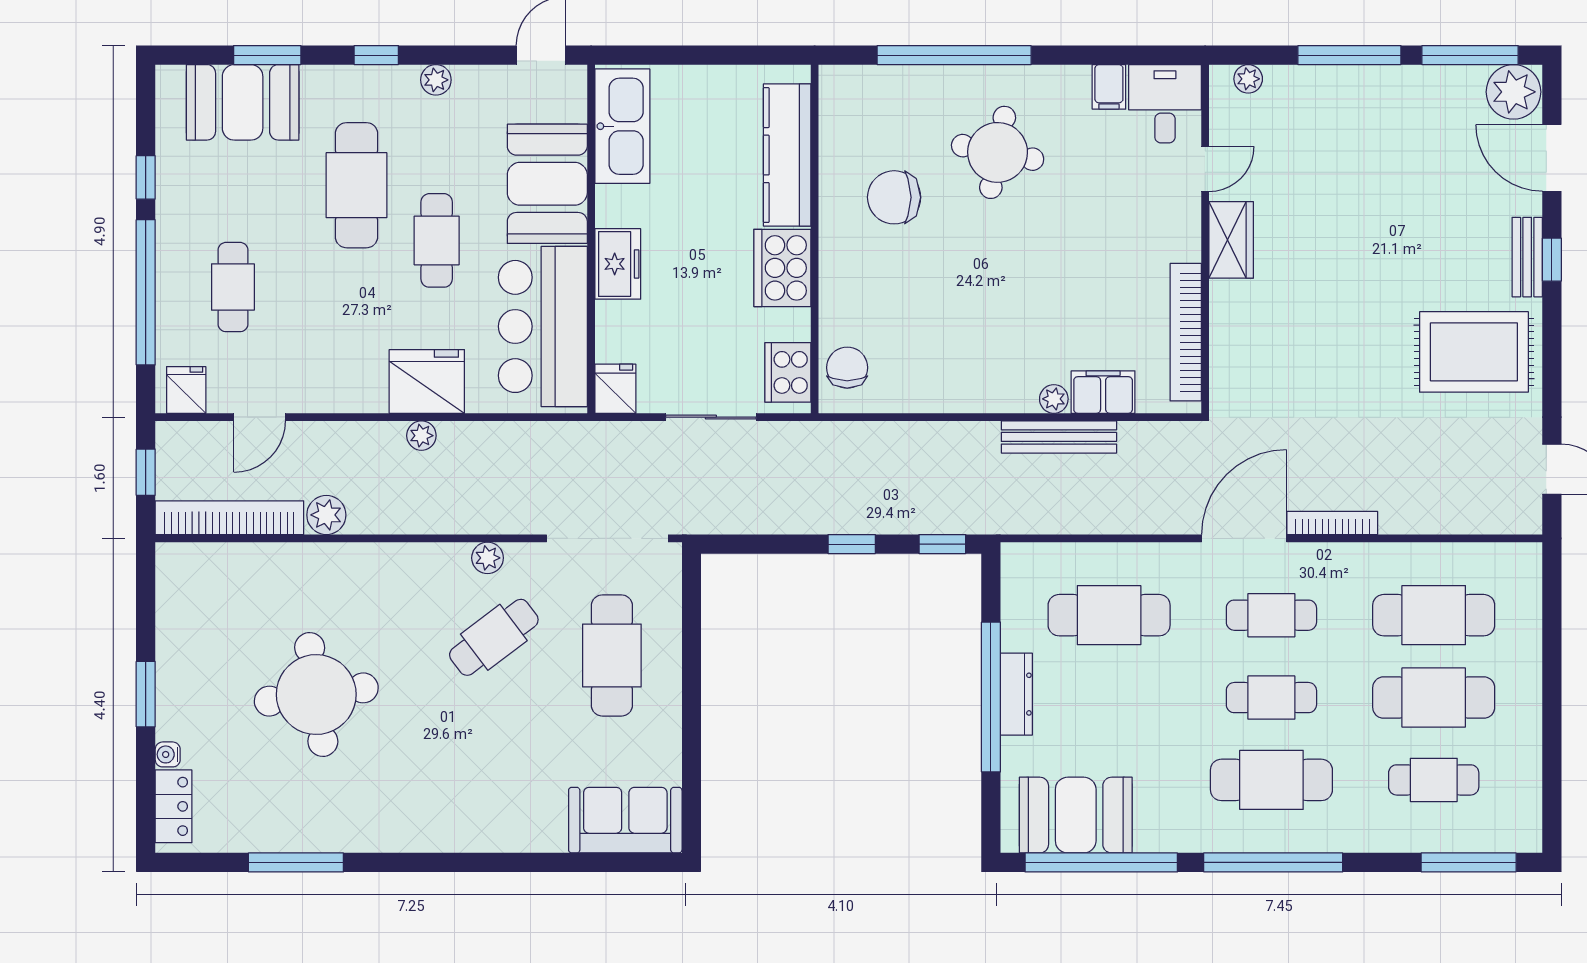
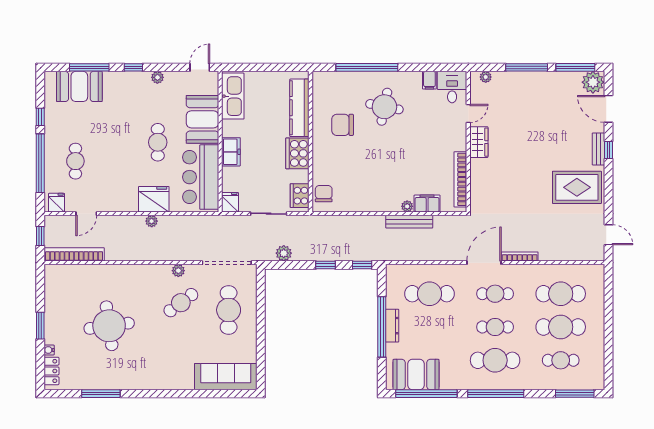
window: (267, 55) -> (89, 67), width x1.44
cafe table: (356, 185) -> (125, 120), removed
plant: (326, 515) -> (284, 253), moved
sofa: (625, 820) -> (226, 377), width x1.36

